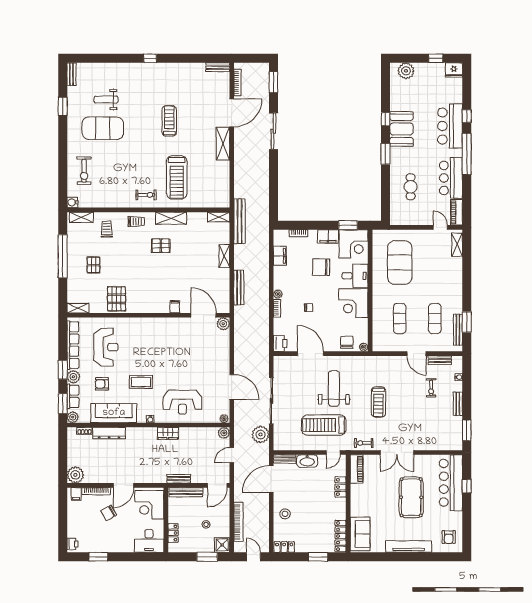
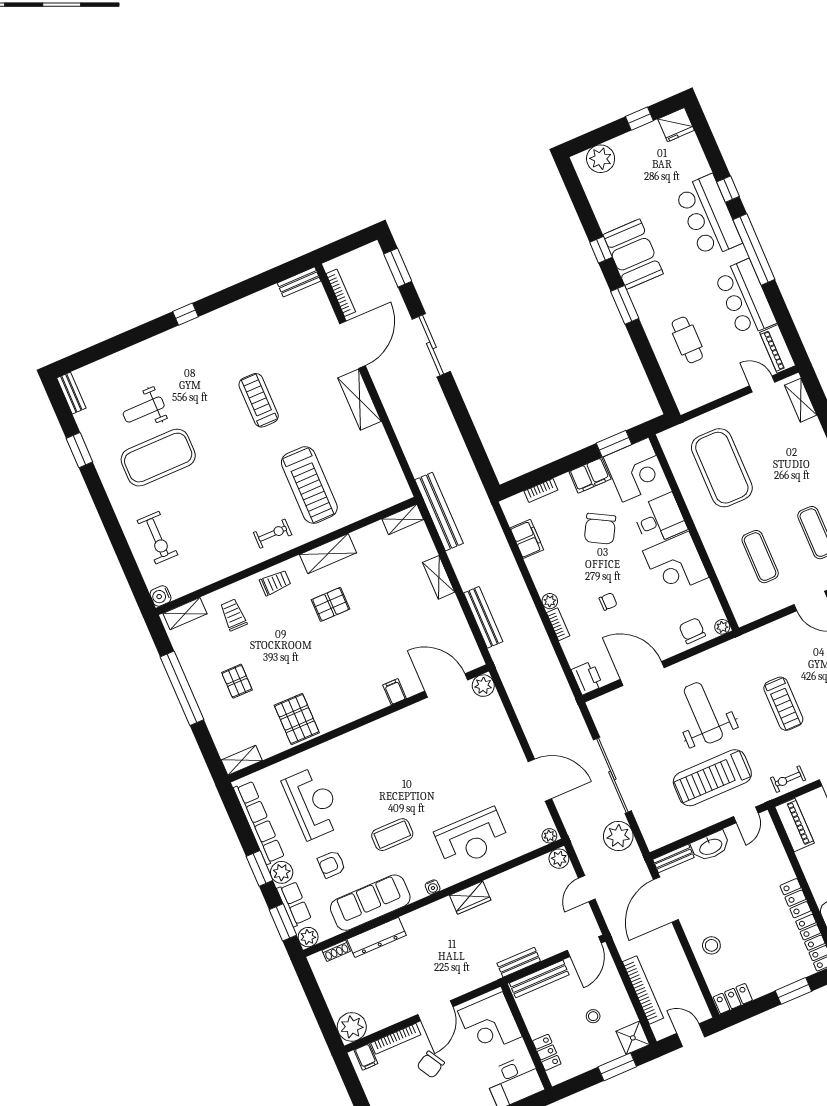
chair: (321, 267) -> (600, 529), turned -61
locker: (340, 487) -> (795, 898), moved

